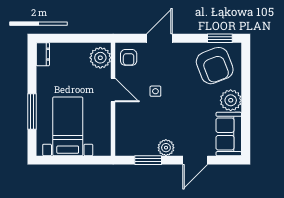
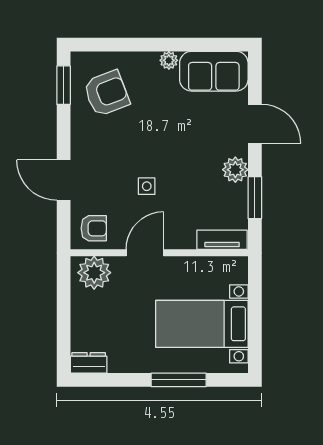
armchair: (215, 66) -> (106, 93), width x0.73, depth x0.73
plant: (231, 100) -> (169, 60), width x0.53, depth x0.53
tv unit: (121, 139) -> (222, 240), added

